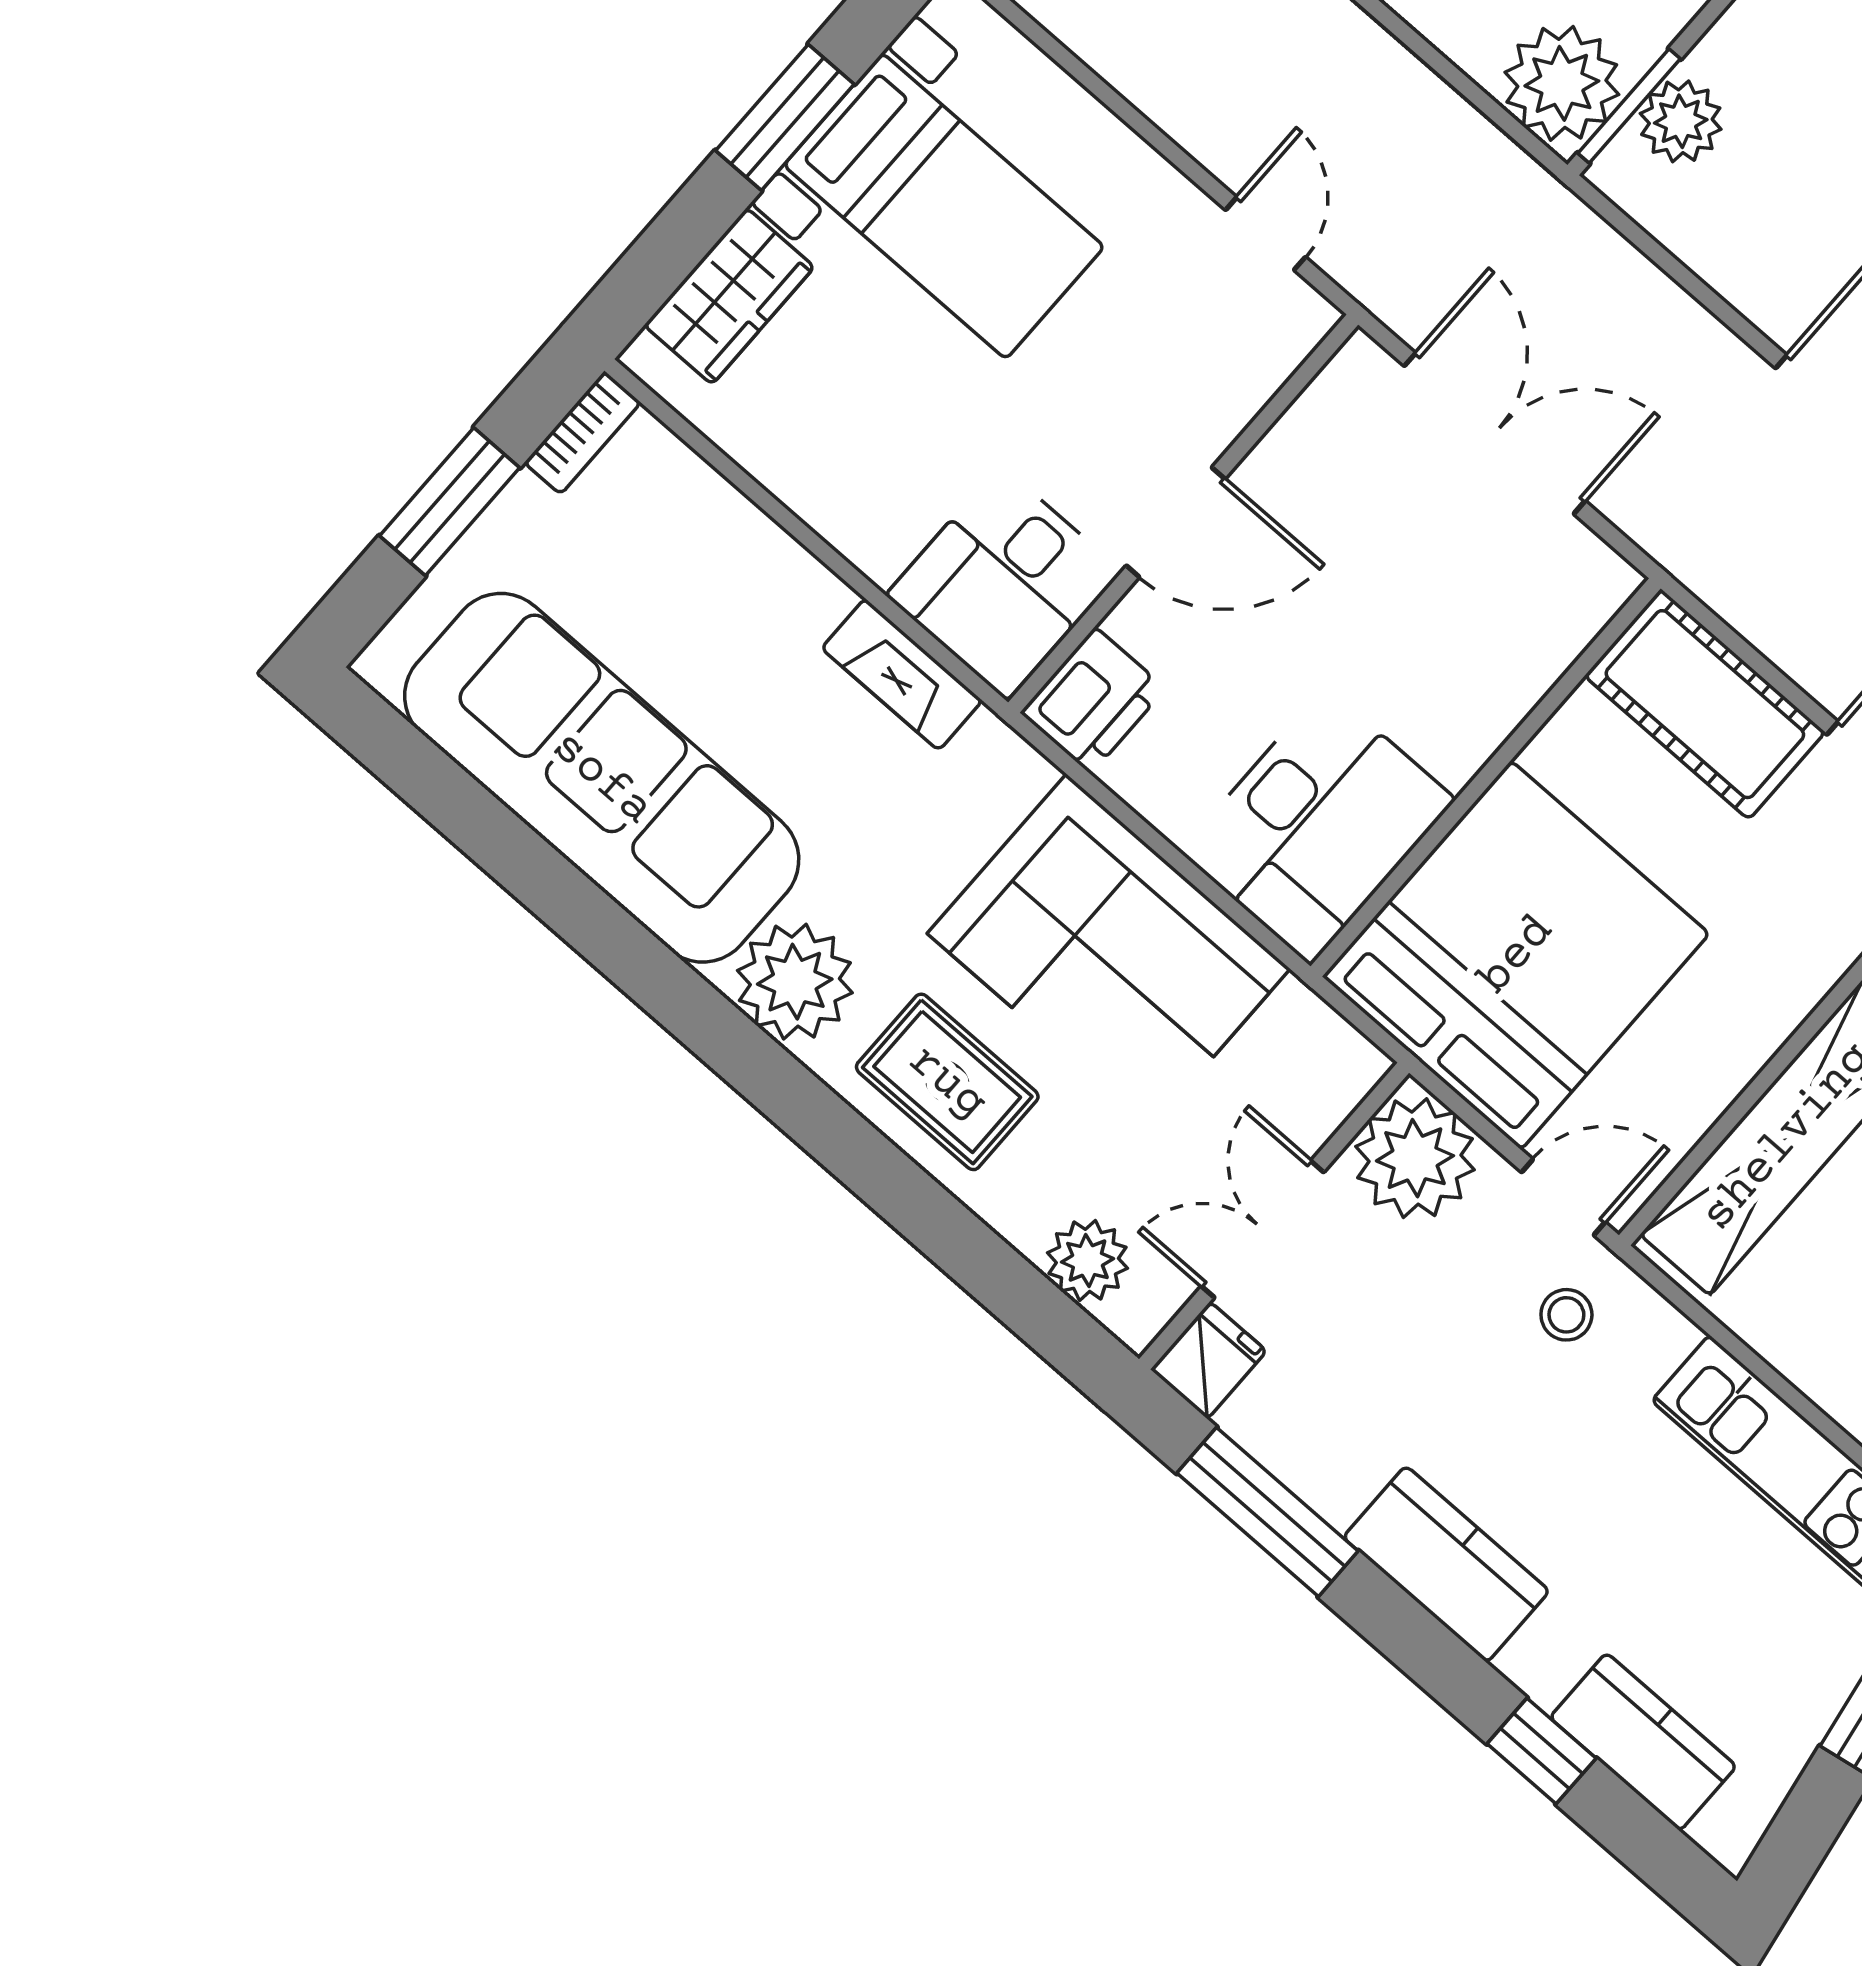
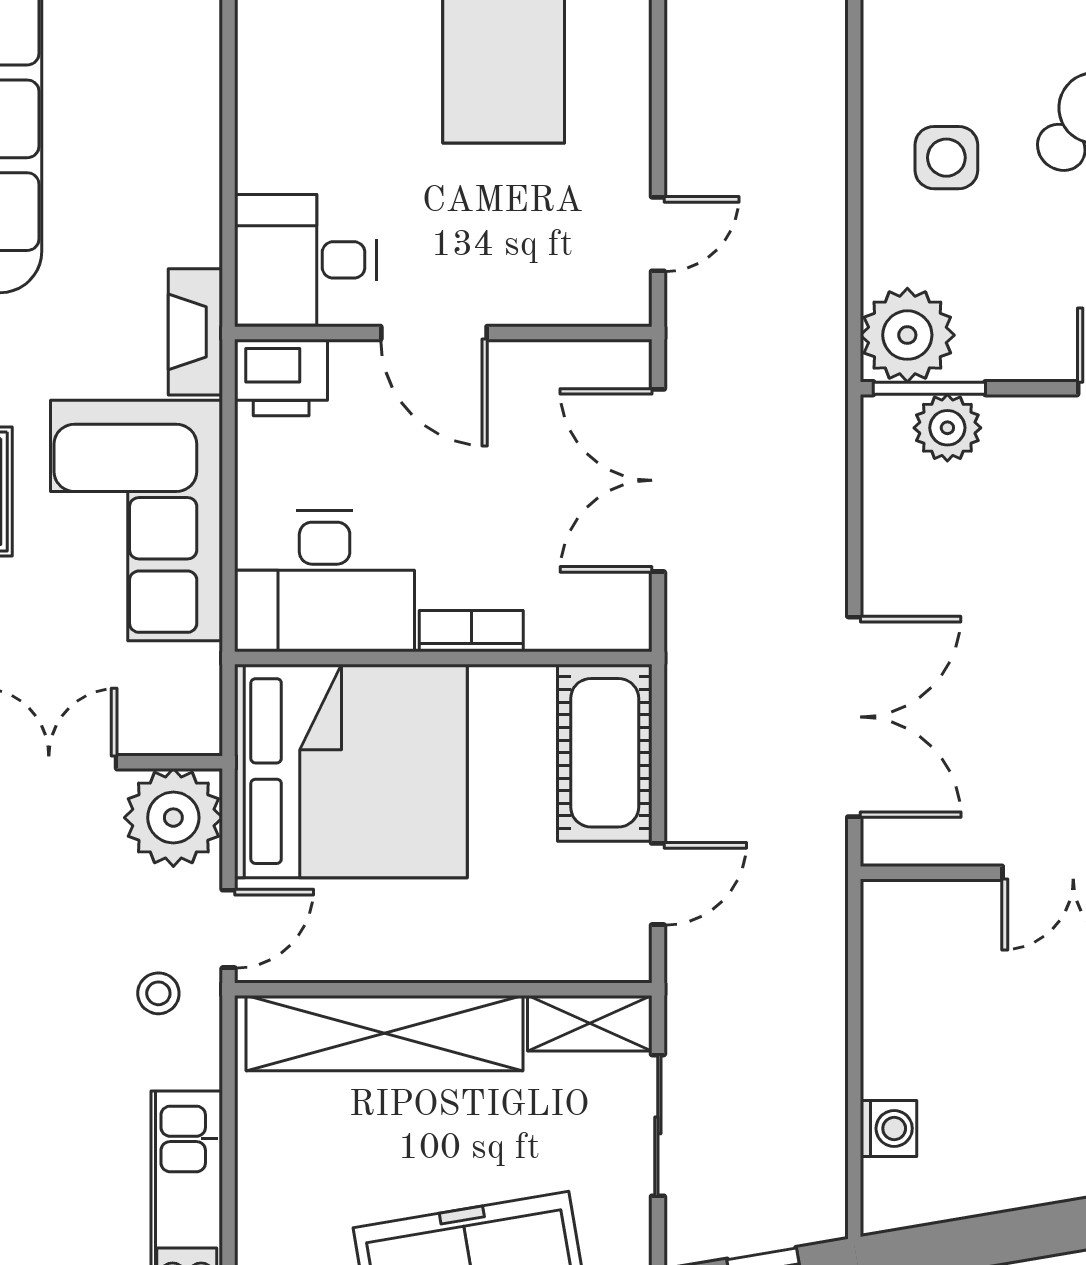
double door: (1495, 433) -> (658, 480), swing flipped
fireplace: (902, 674) -> (195, 332), moved
bookcase: (1483, 730) -> (471, 631), added
door: (1563, 1197) -> (229, 929), hinge flipped

